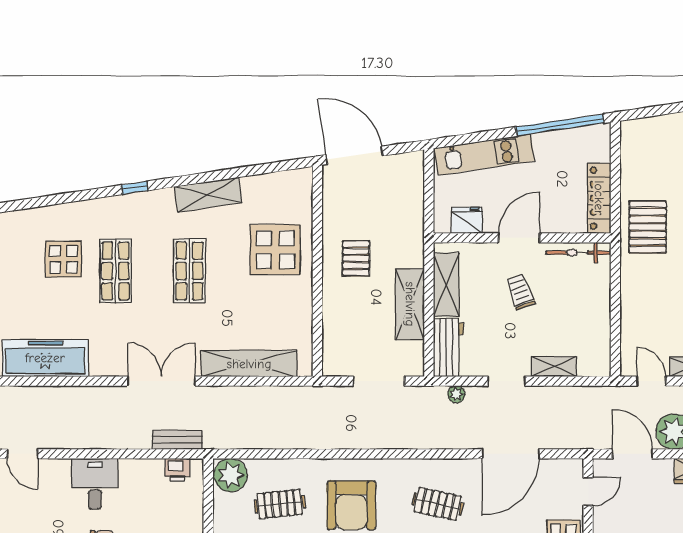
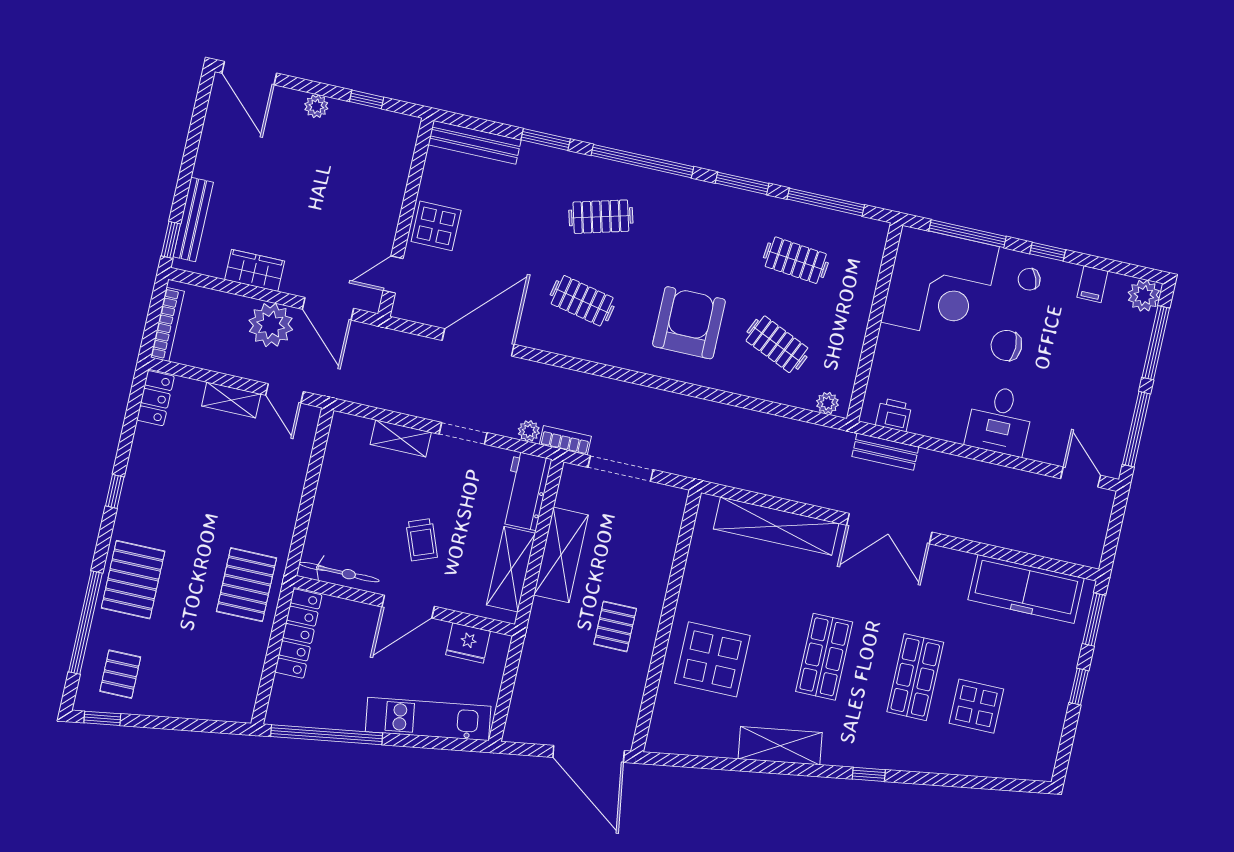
bookcase: (427, 393) -> (565, 440), added
plant: (231, 475) -> (827, 403), width x0.53, depth x0.53
clothes rail: (280, 504) -> (777, 344), turned 30

